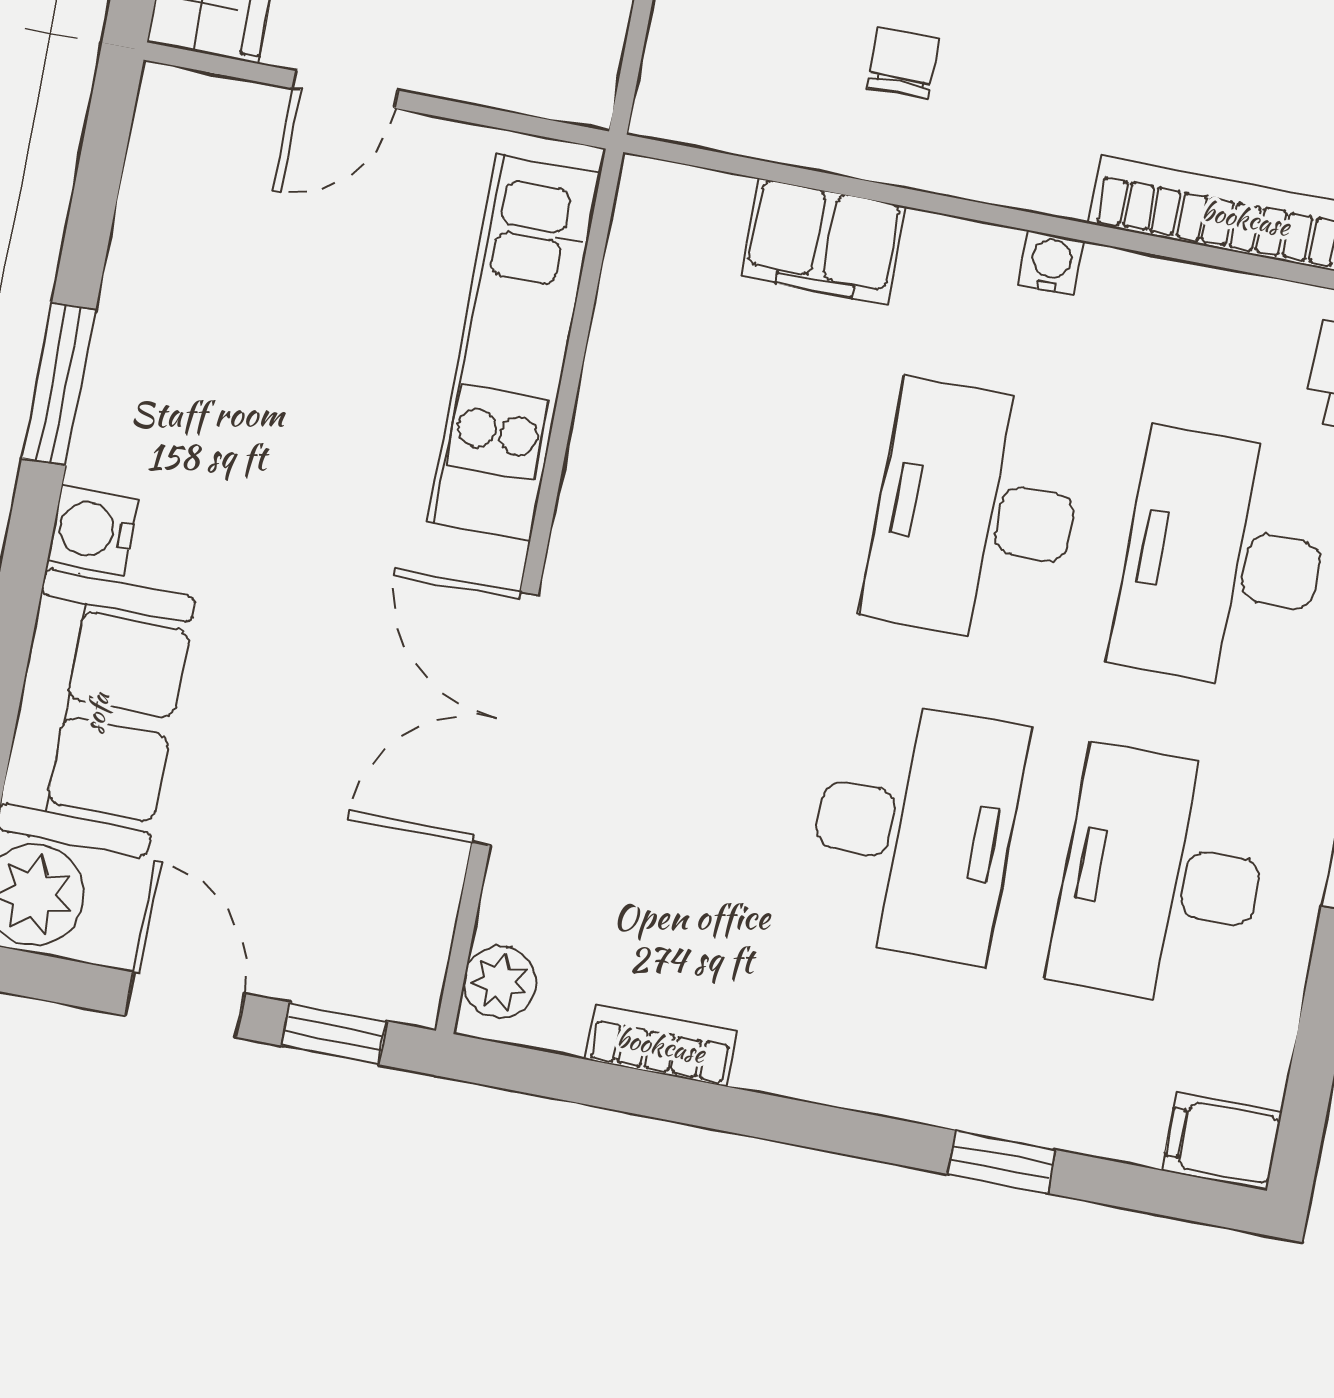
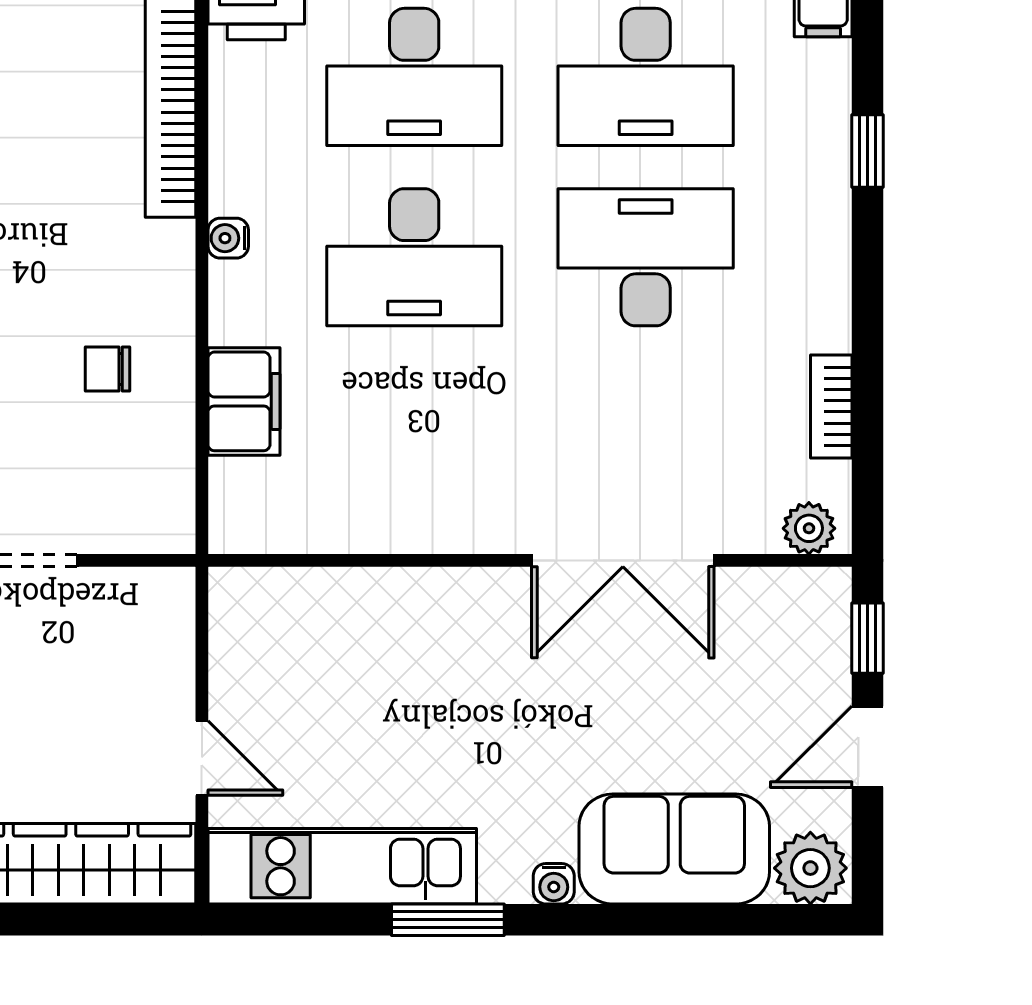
kitchen unit: (514, 347) -> (342, 866), moved, turned 180
water cooler: (93, 530) -> (554, 884), width x0.72, depth x0.72

